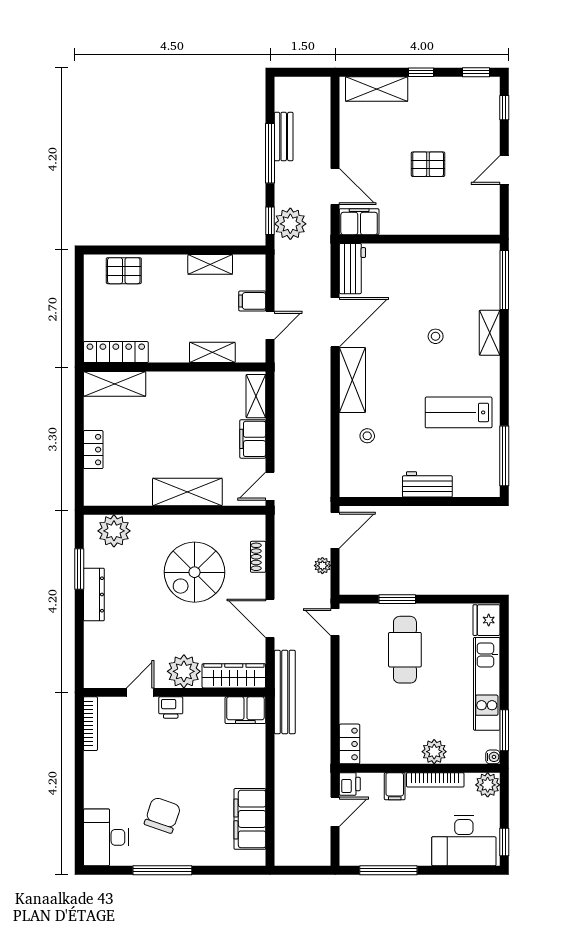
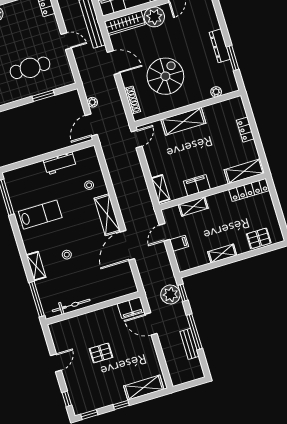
bicycle: (453, 254) -> (71, 305), added
shelving: (210, 264) -> (222, 253), moved
workbench: (352, 269) -> (127, 279), removed
filing cabinet: (253, 439) -> (197, 185), moved, turned -90
workbench: (427, 484) -> (60, 163), moved
plant: (114, 531) -> (216, 92), width x0.53, depth x0.53
shoe rack: (258, 557) -> (132, 100), width x1.43
door: (335, 622) -> (66, 41), moved
cafe table: (405, 650) -> (30, 68), turned 90

